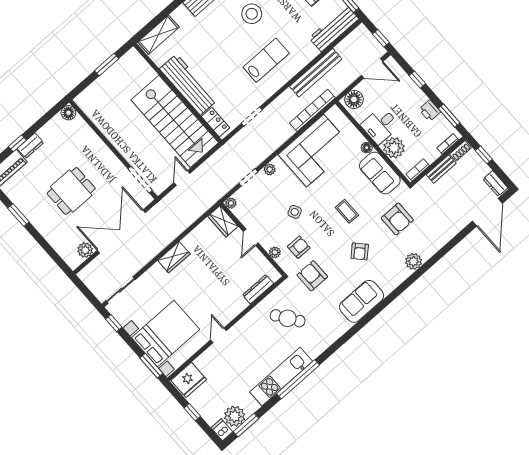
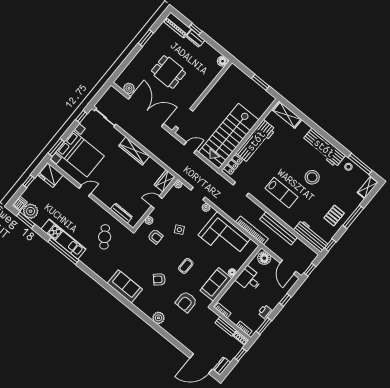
plant: (394, 148) -> (235, 291), removed
wardrobe: (174, 257) -> (134, 151), width x1.50
armchair: (312, 276) -> (137, 249), removed

